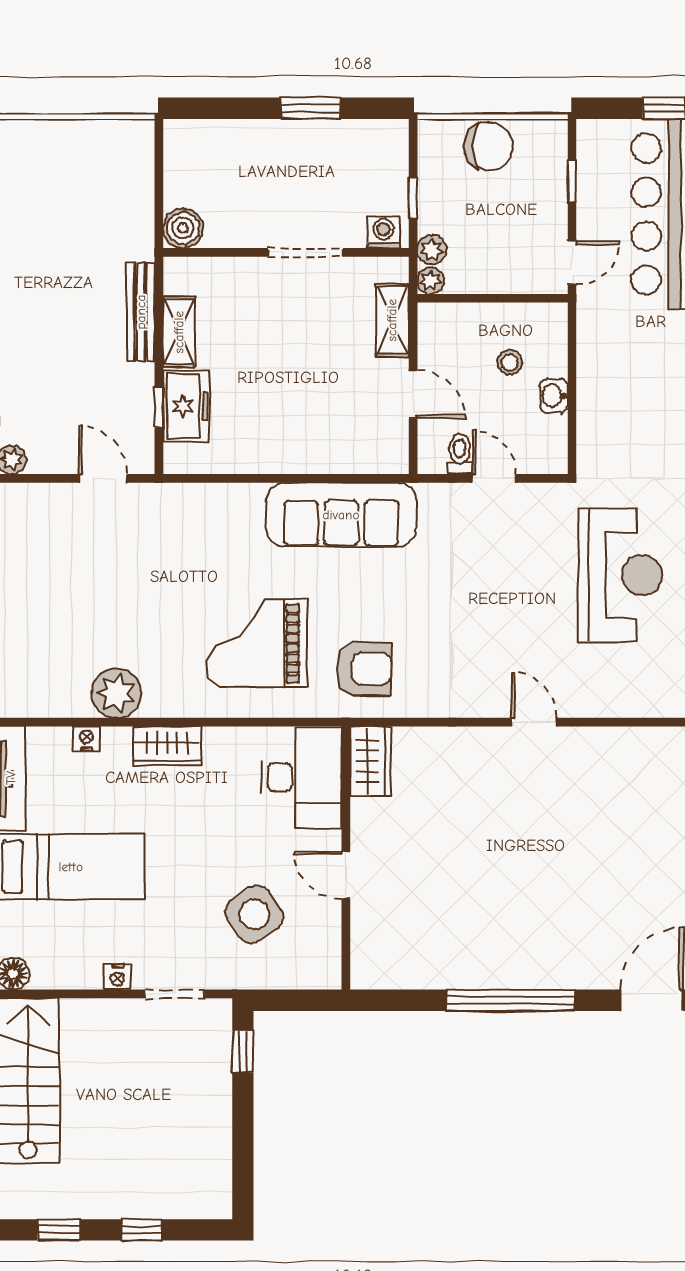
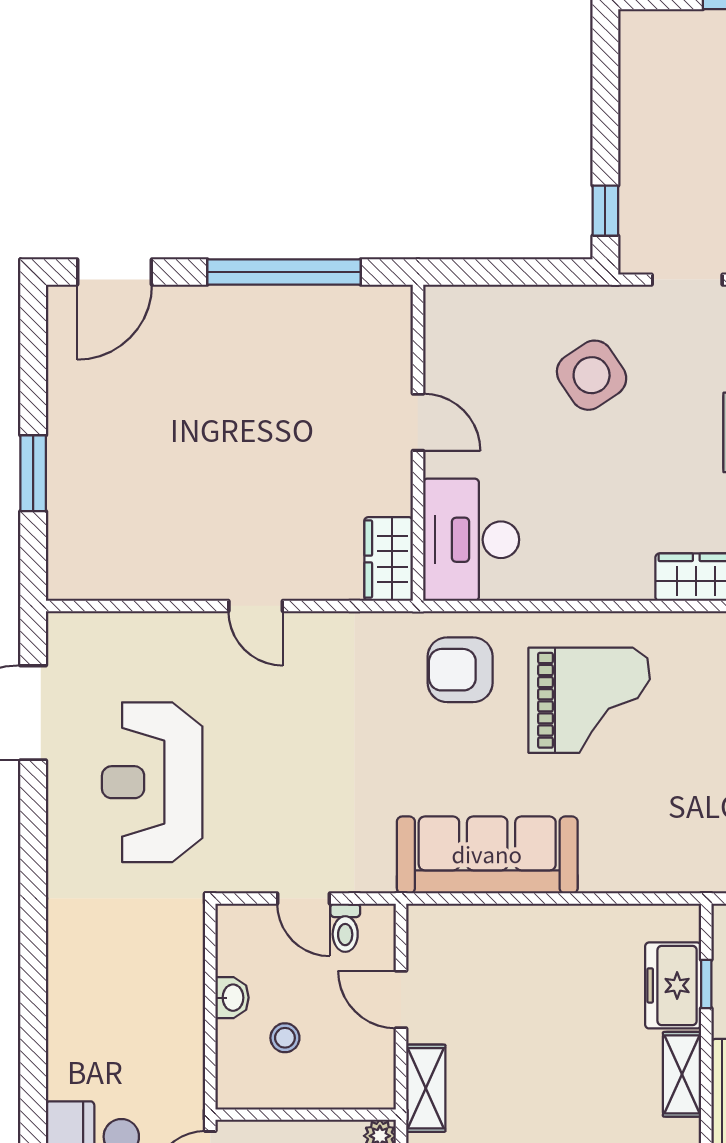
wardrobe: (370, 761) -> (389, 559), moved
desk: (302, 777) -> (471, 540), moved
wall: (346, 858) -> (418, 443), moved
door: (346, 875) -> (418, 422), moved

